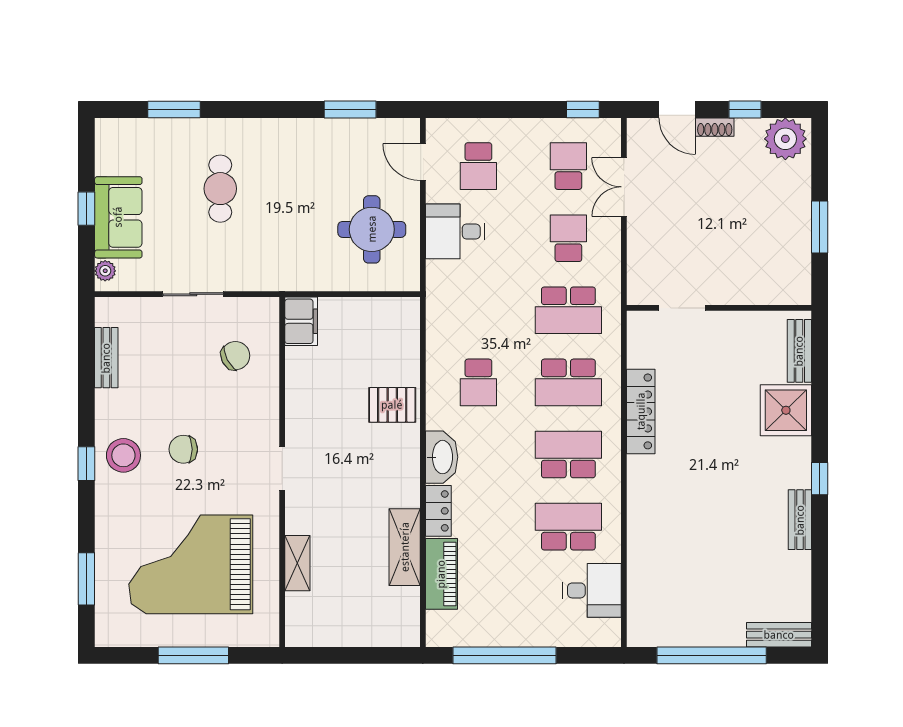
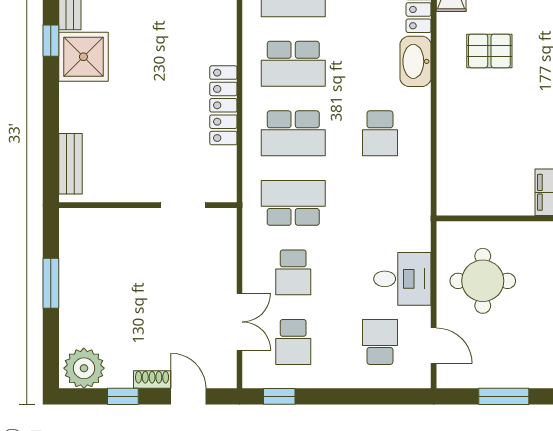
school desk: (478, 382) -> (380, 133), turned 180
school desk: (568, 382) -> (293, 133), turned 180
pallet: (392, 405) -> (489, 51), moved
shower: (786, 410) -> (83, 57), moved

